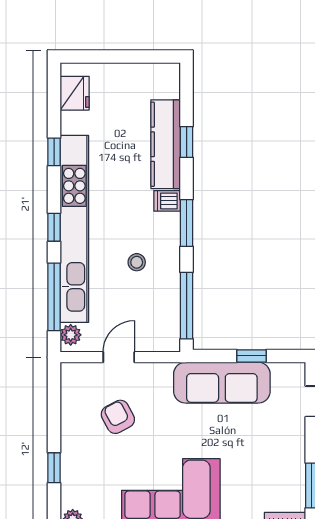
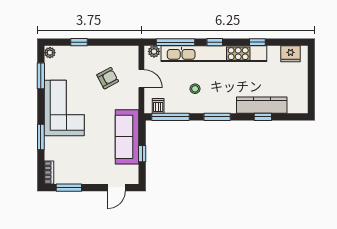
dishwasher: (167, 201) -> (158, 106), moved

